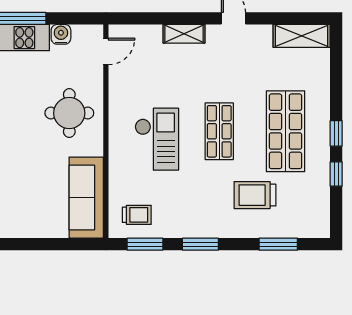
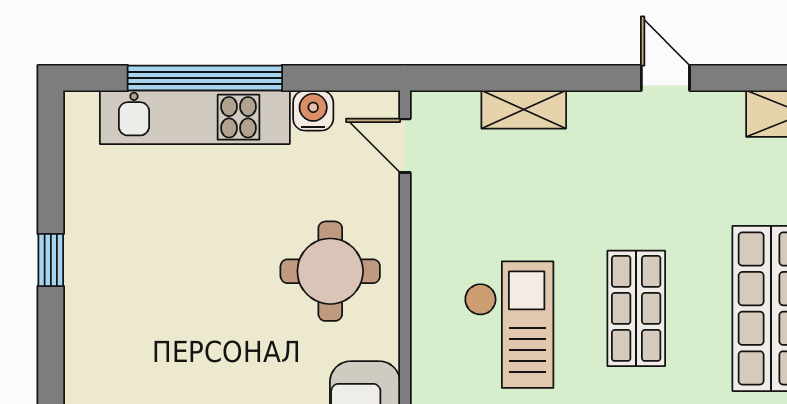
shelving: (184, 34) -> (524, 110), moved
door: (106, 51) -> (405, 146), swing flipped

